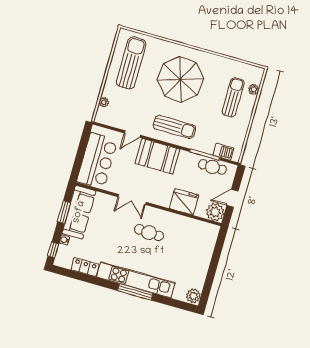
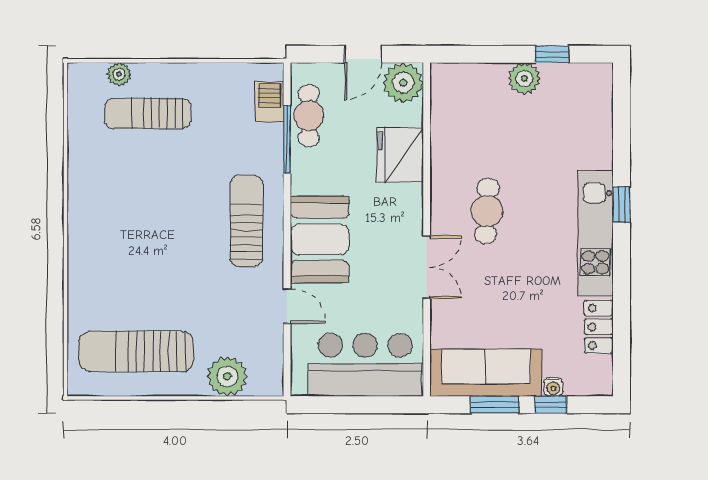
parasol: (180, 79) -> (142, 236), removed
plant: (104, 102) -> (227, 376), width x1.88, depth x1.88
door: (232, 198) -> (363, 54), hinge flipped
window: (53, 250) -> (551, 405), moved
kitchen unit: (136, 280) -> (595, 233), width x0.73
window: (209, 280) -> (552, 54), added
window: (135, 292) -> (621, 205), width x0.46
plant: (193, 296) -> (524, 78), moved

